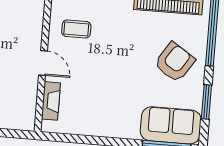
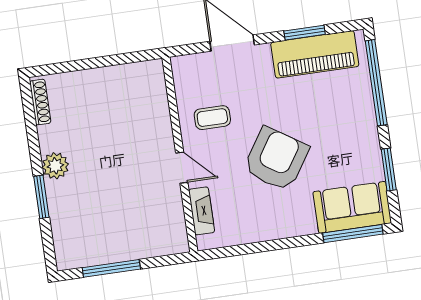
armchair: (175, 62) -> (276, 159), moved, width x1.36, depth x1.36

